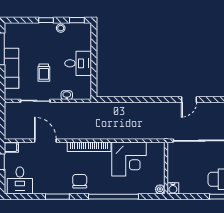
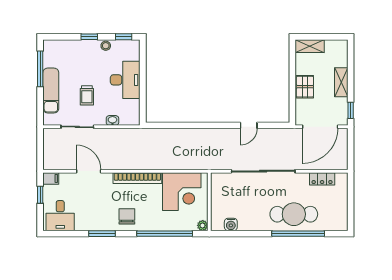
desk: (78, 63) -> (125, 80), width x1.37
wall: (166, 168) -> (209, 202), moved
plant: (160, 189) -> (203, 225), moved

